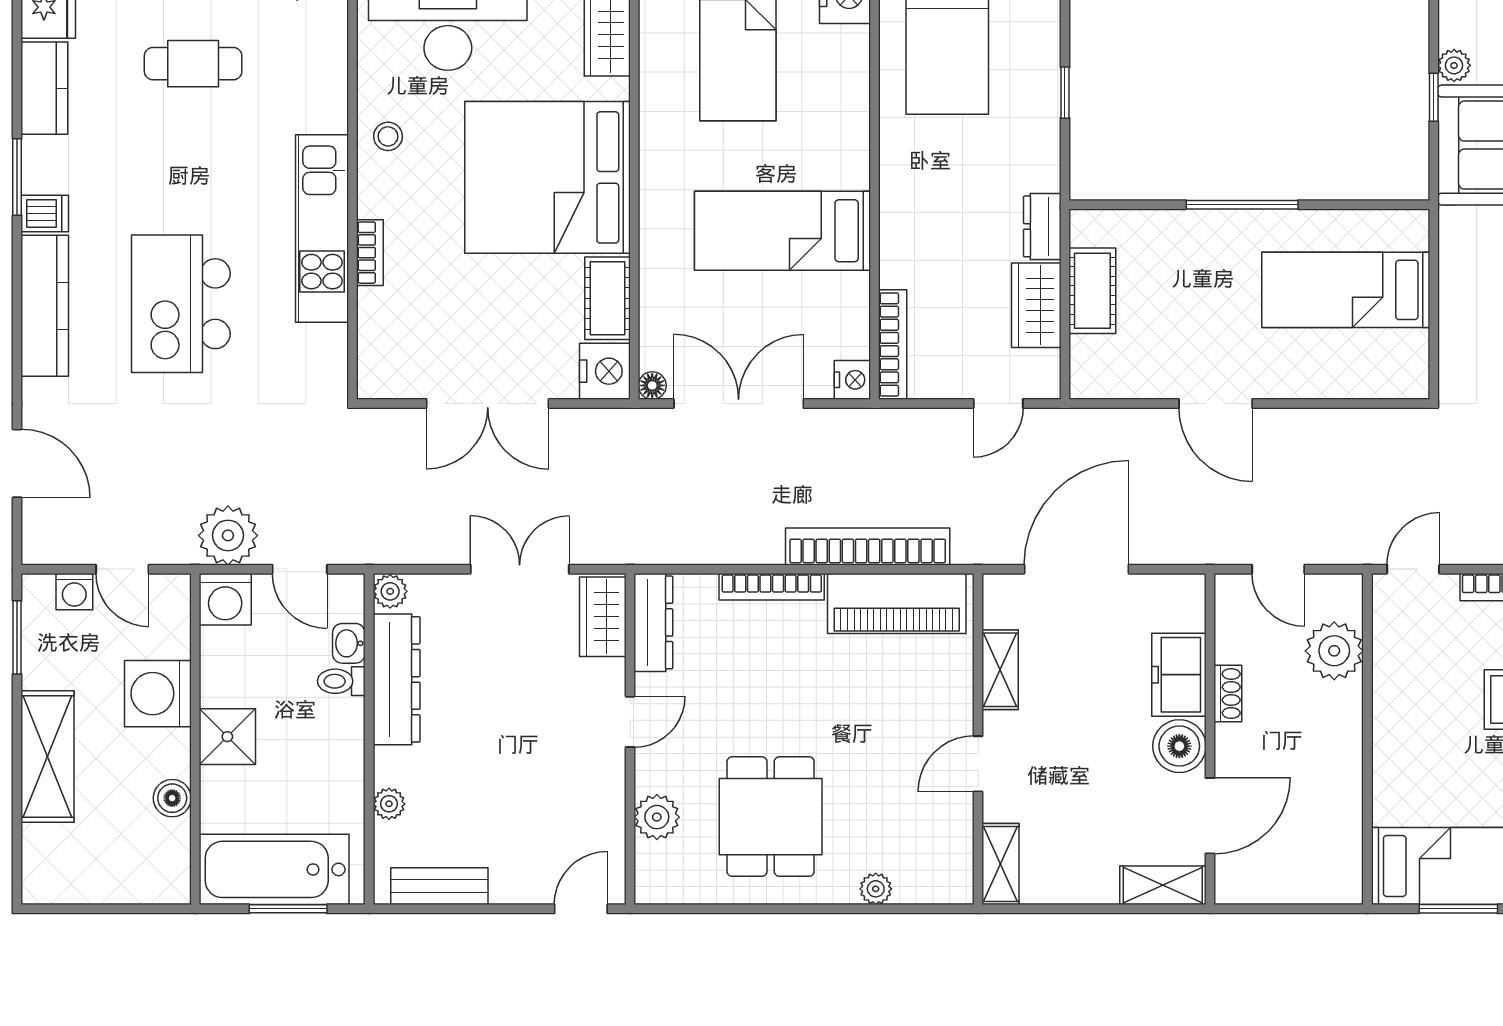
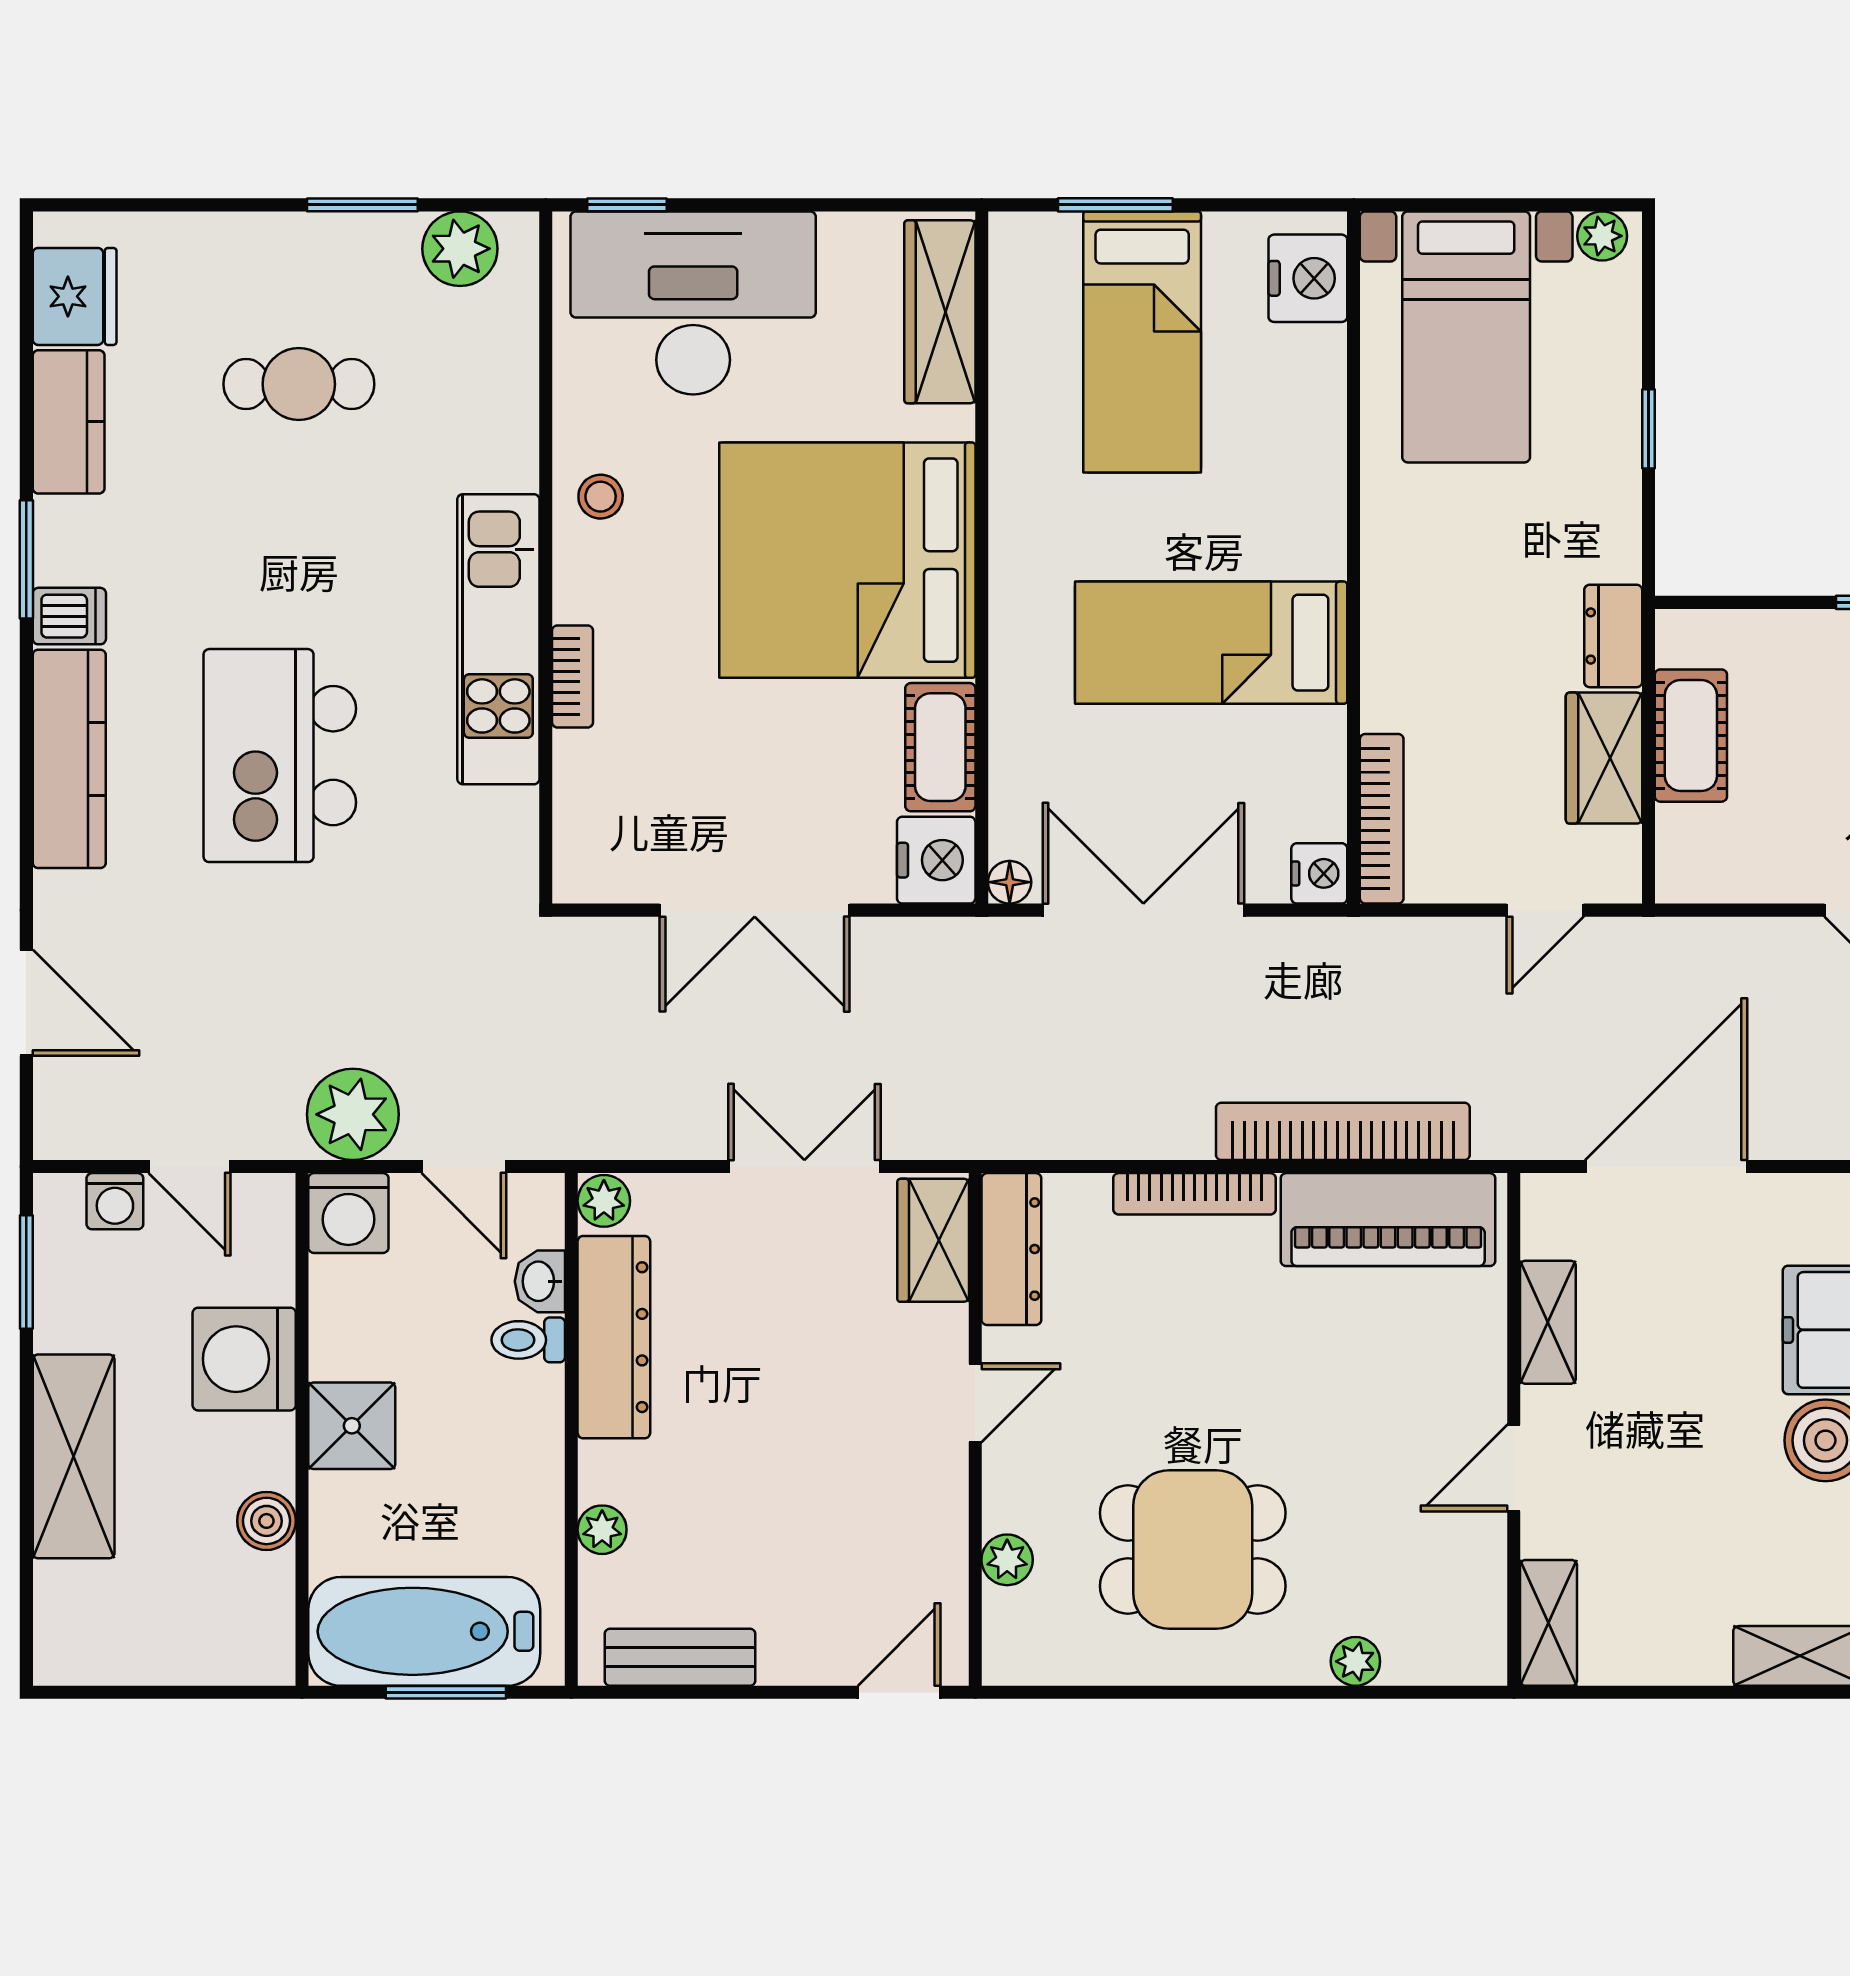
plant: (657, 817) -> (1007, 1560), width x0.73, depth x0.73
dining table: (771, 817) -> (1193, 1550), turned 90

